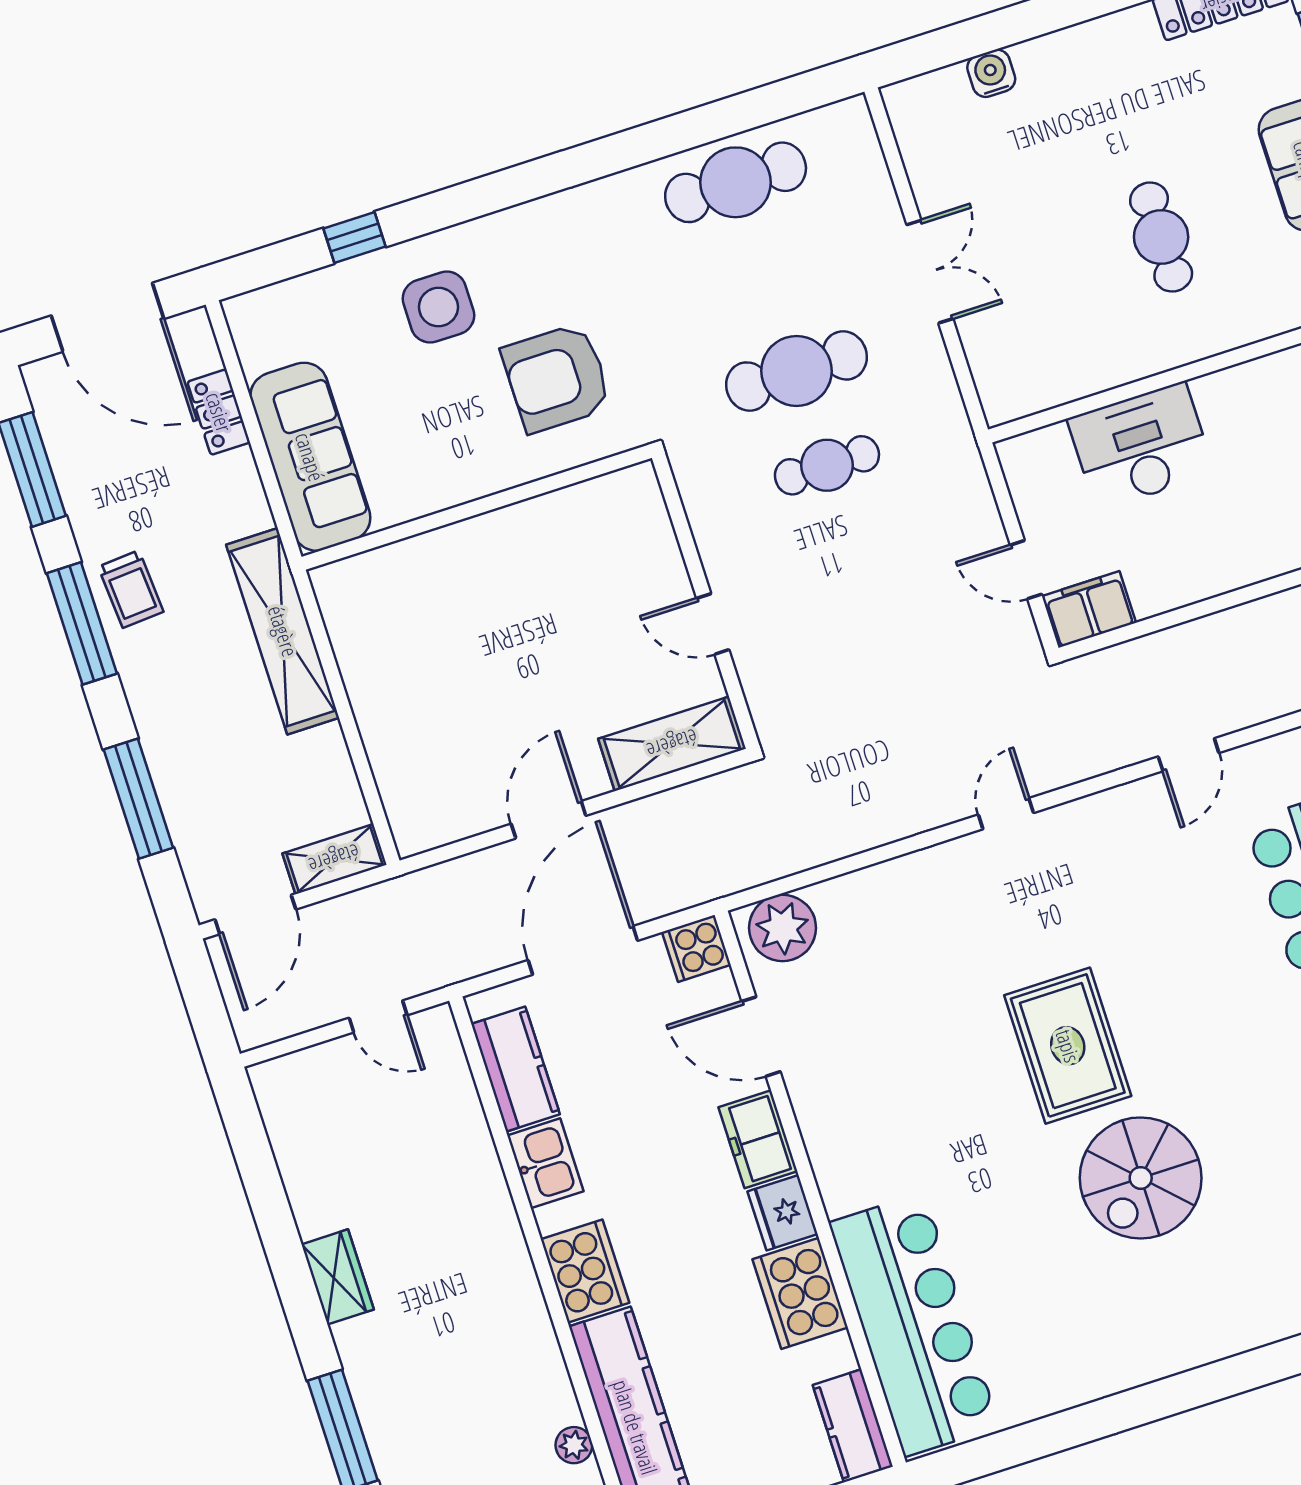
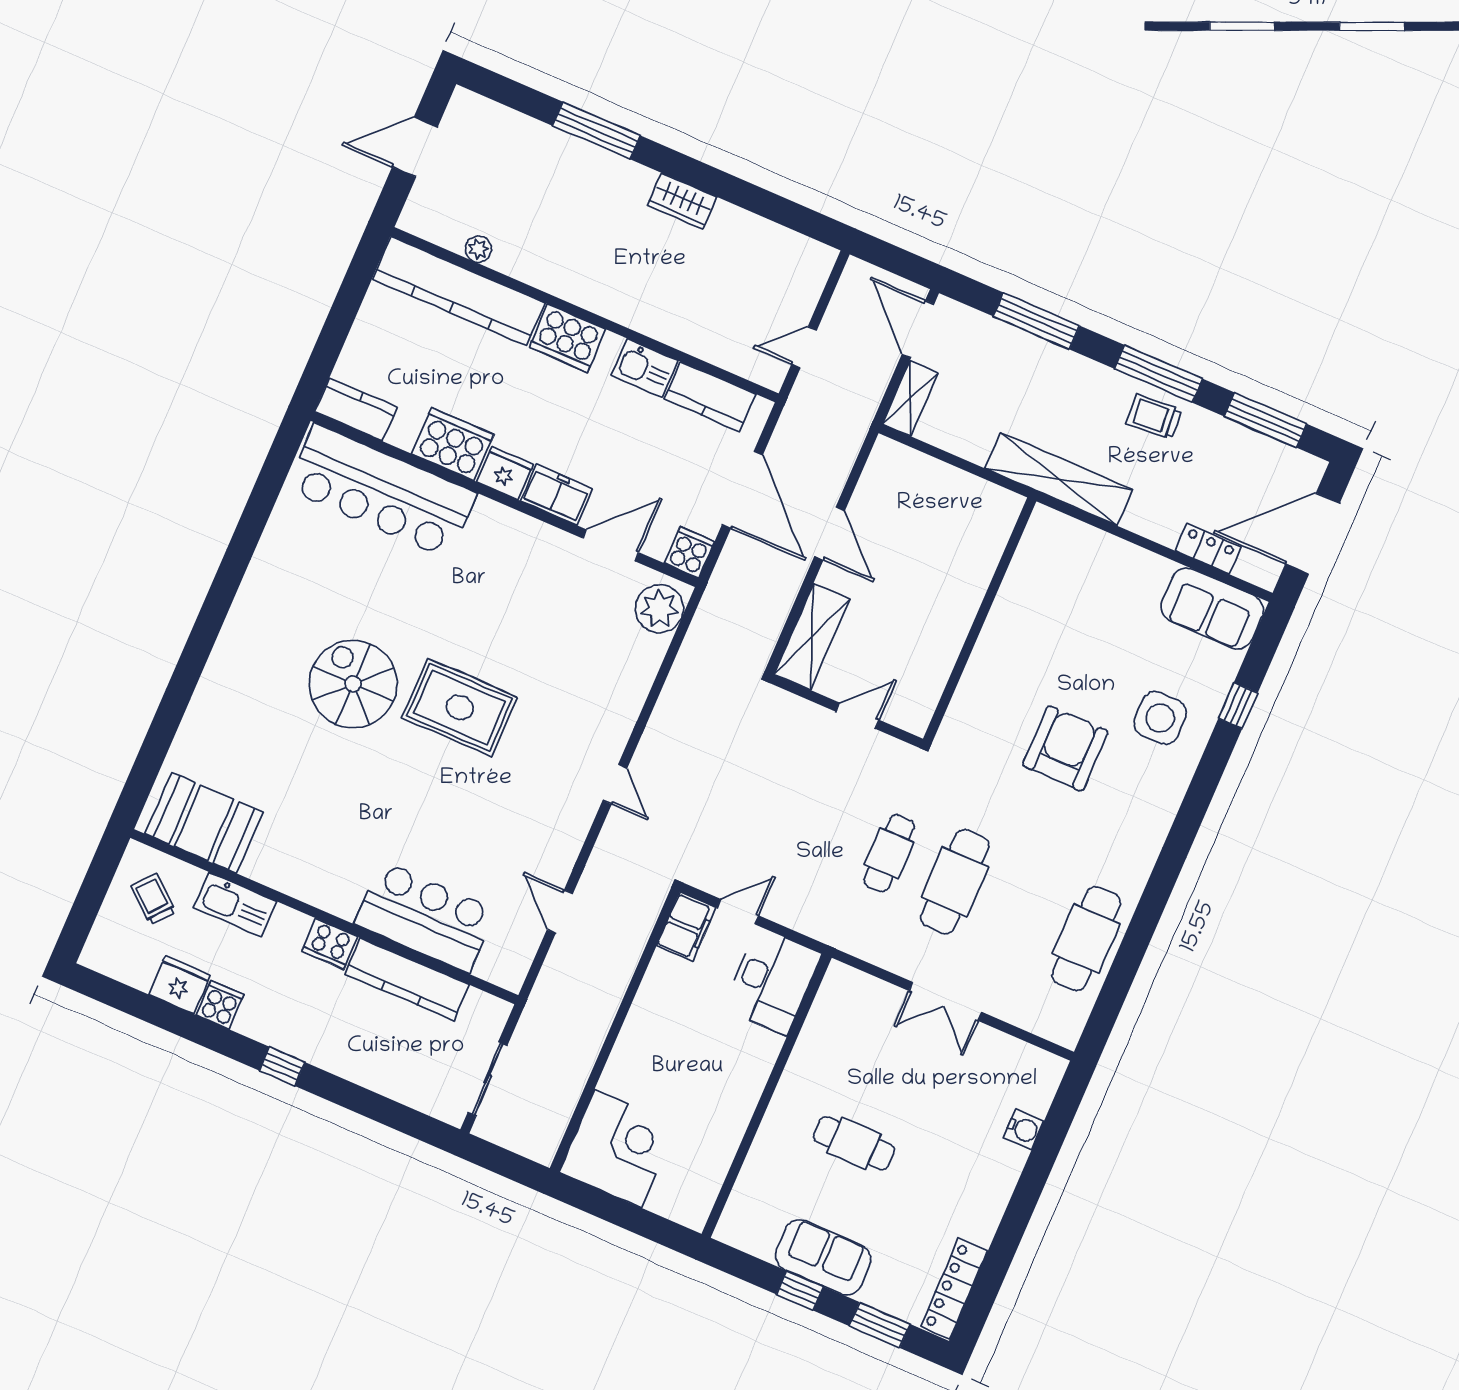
desk: (1141, 446) -> (772, 981), moved
sofa: (310, 457) -> (1212, 608), moved, width x0.73
wall: (477, 507) -> (980, 620), moved

